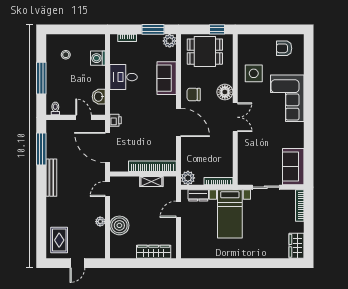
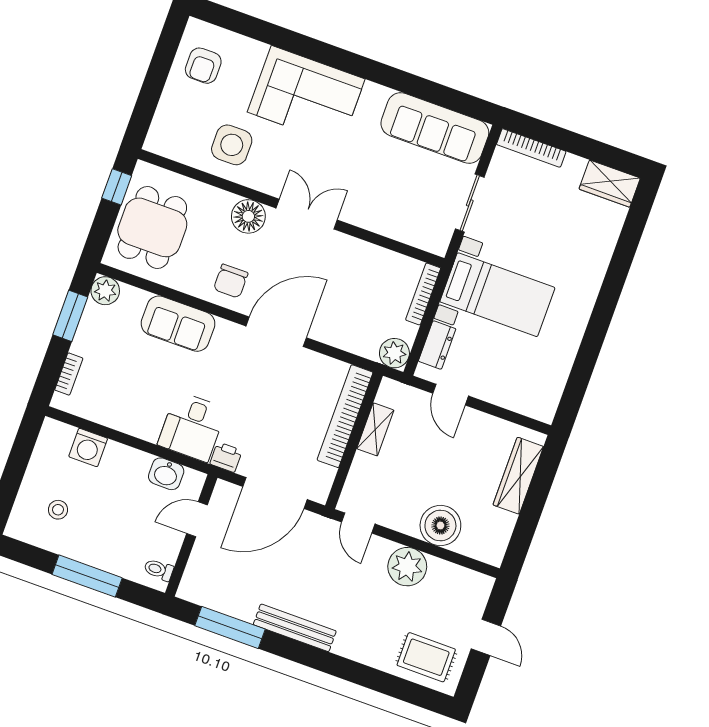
desk: (124, 77) -> (192, 427), moved
sofa: (293, 167) -> (435, 128), width x1.36
plant: (100, 222) -> (407, 567), width x1.88, depth x1.88

